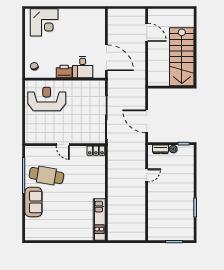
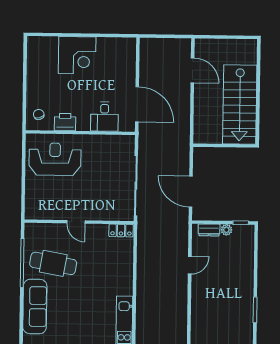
corner desk: (44, 22) -> (77, 55), moved
printer: (64, 72) -> (65, 122), moved
sofa: (33, 202) -> (35, 307), width x1.36

